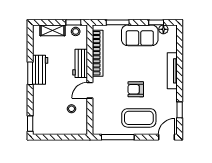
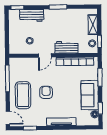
workbench: (40, 70) -> (32, 15), moved
door: (90, 90) -> (45, 55), swing flipped

